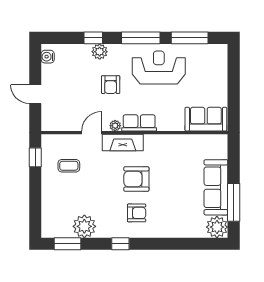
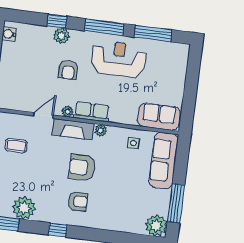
plant: (150, 140) -> (101, 130), added
side table: (184, 148) -> (133, 143), added
sofa: (216, 187) -> (163, 161), moved

